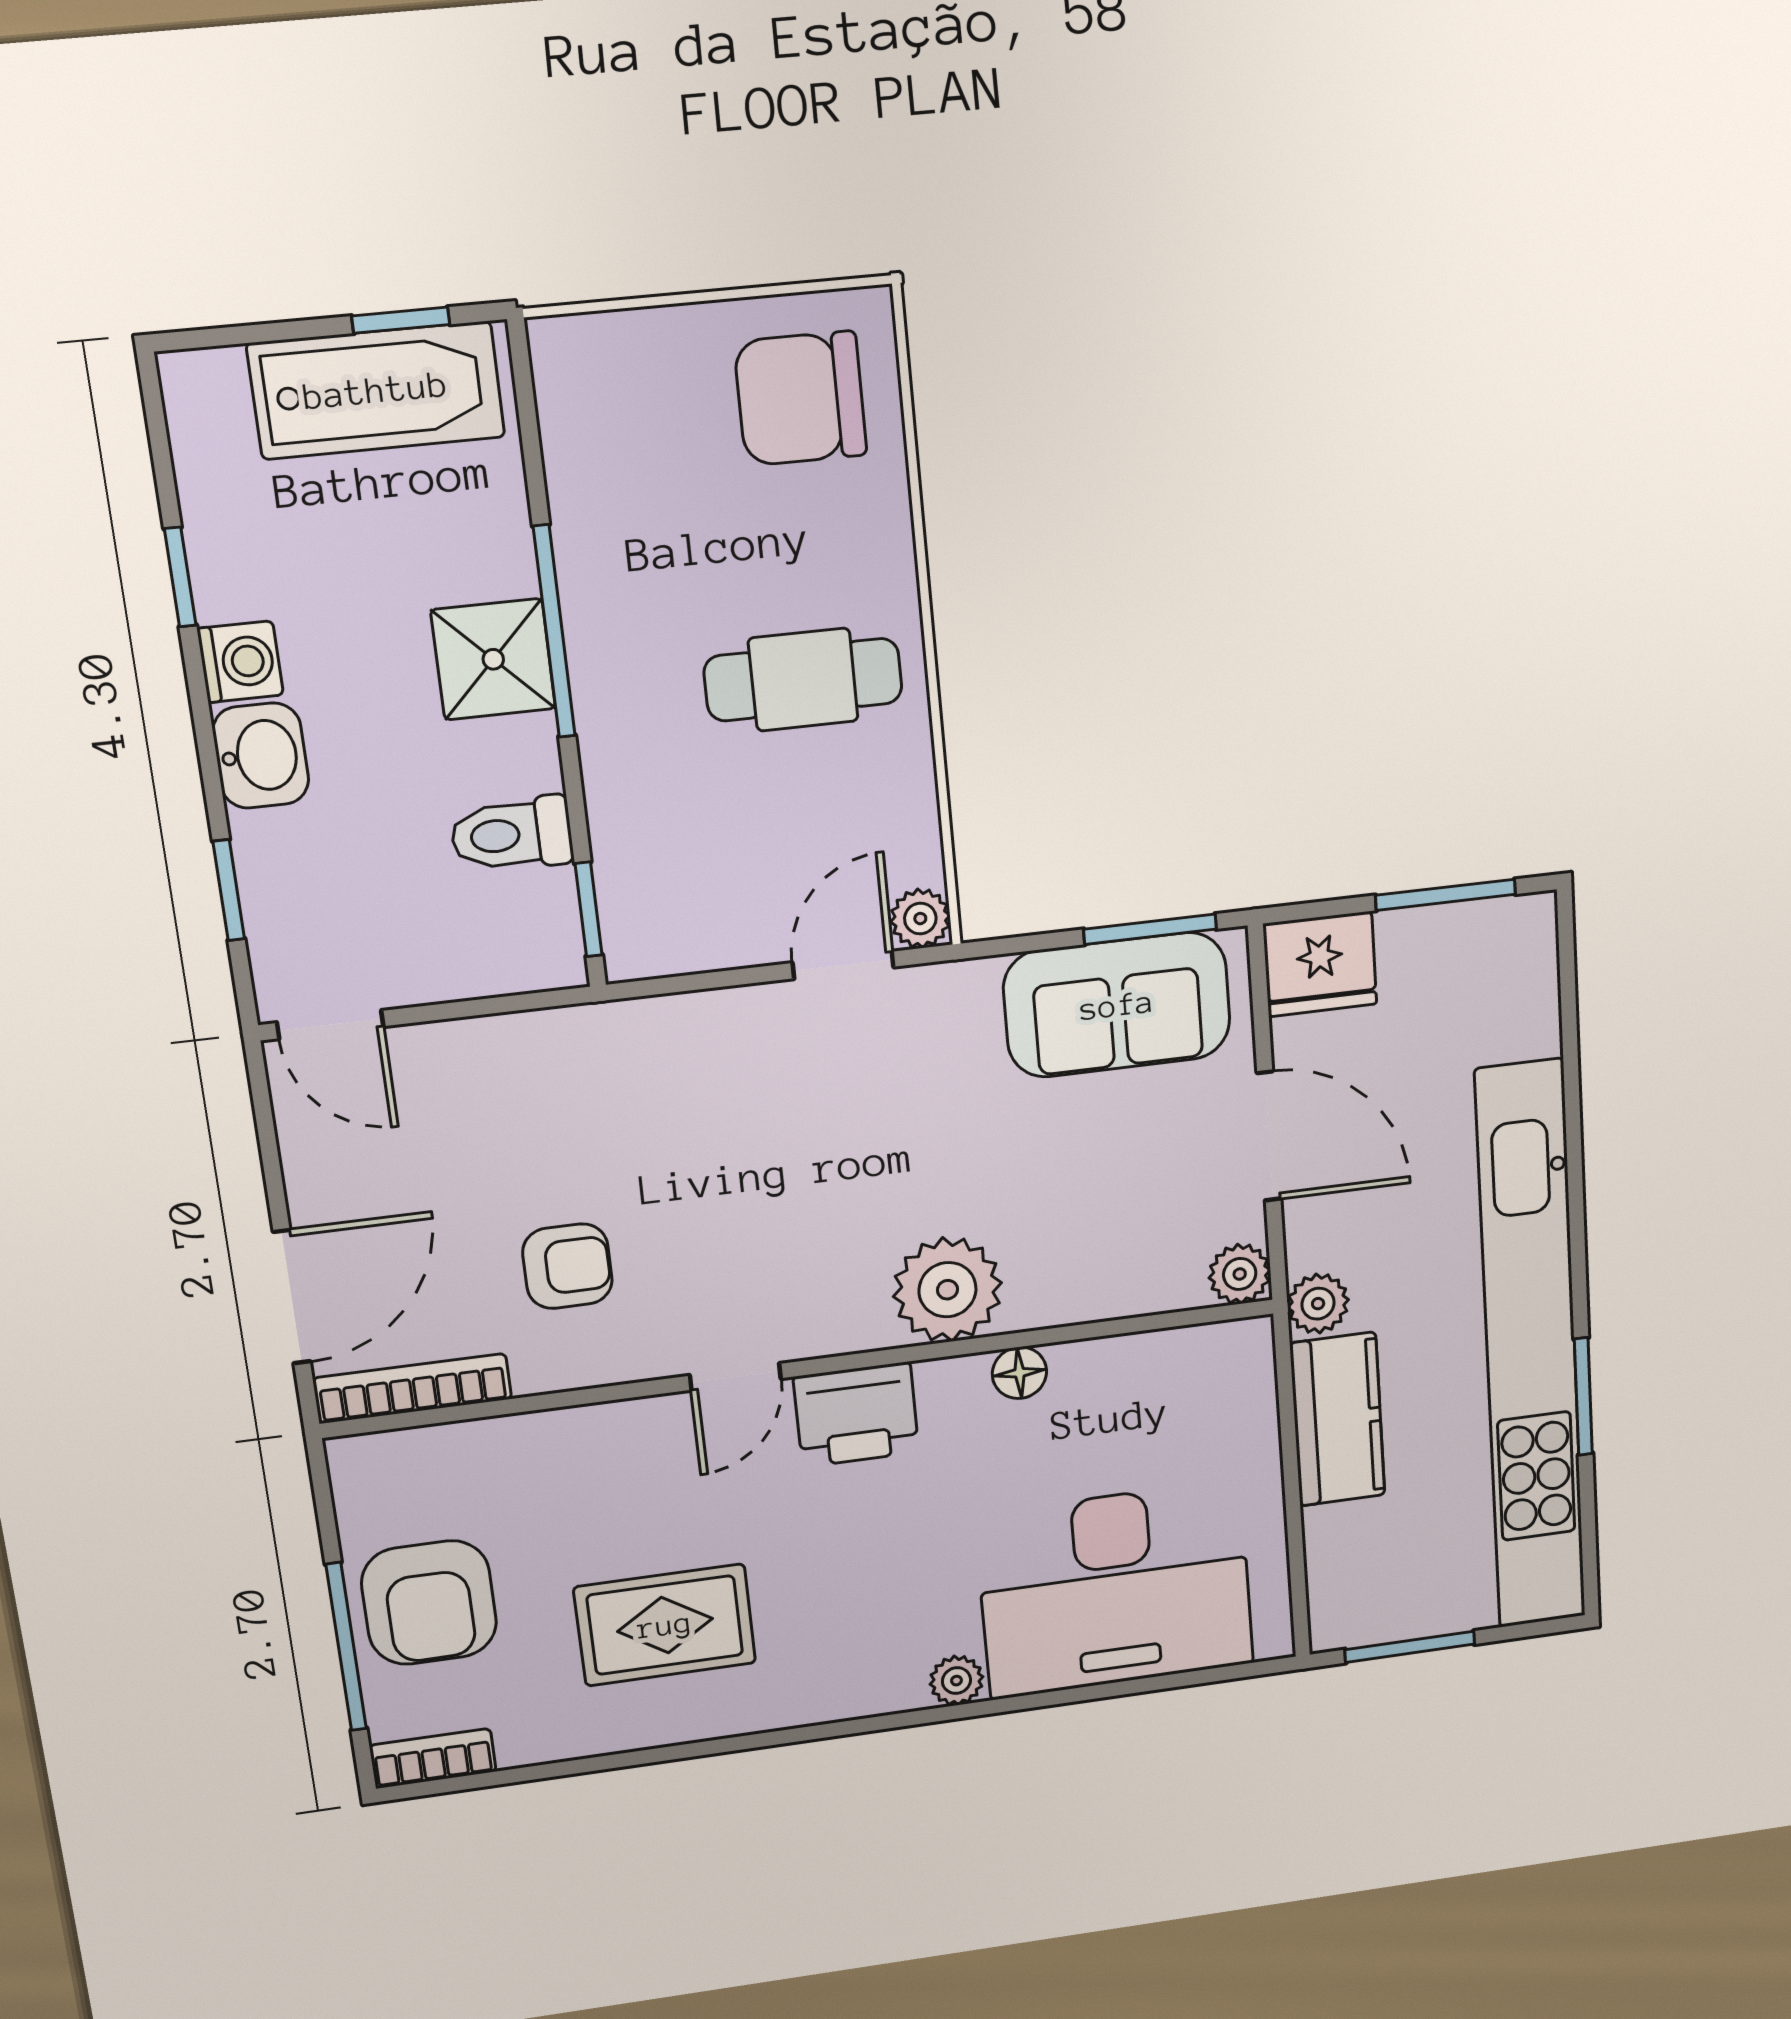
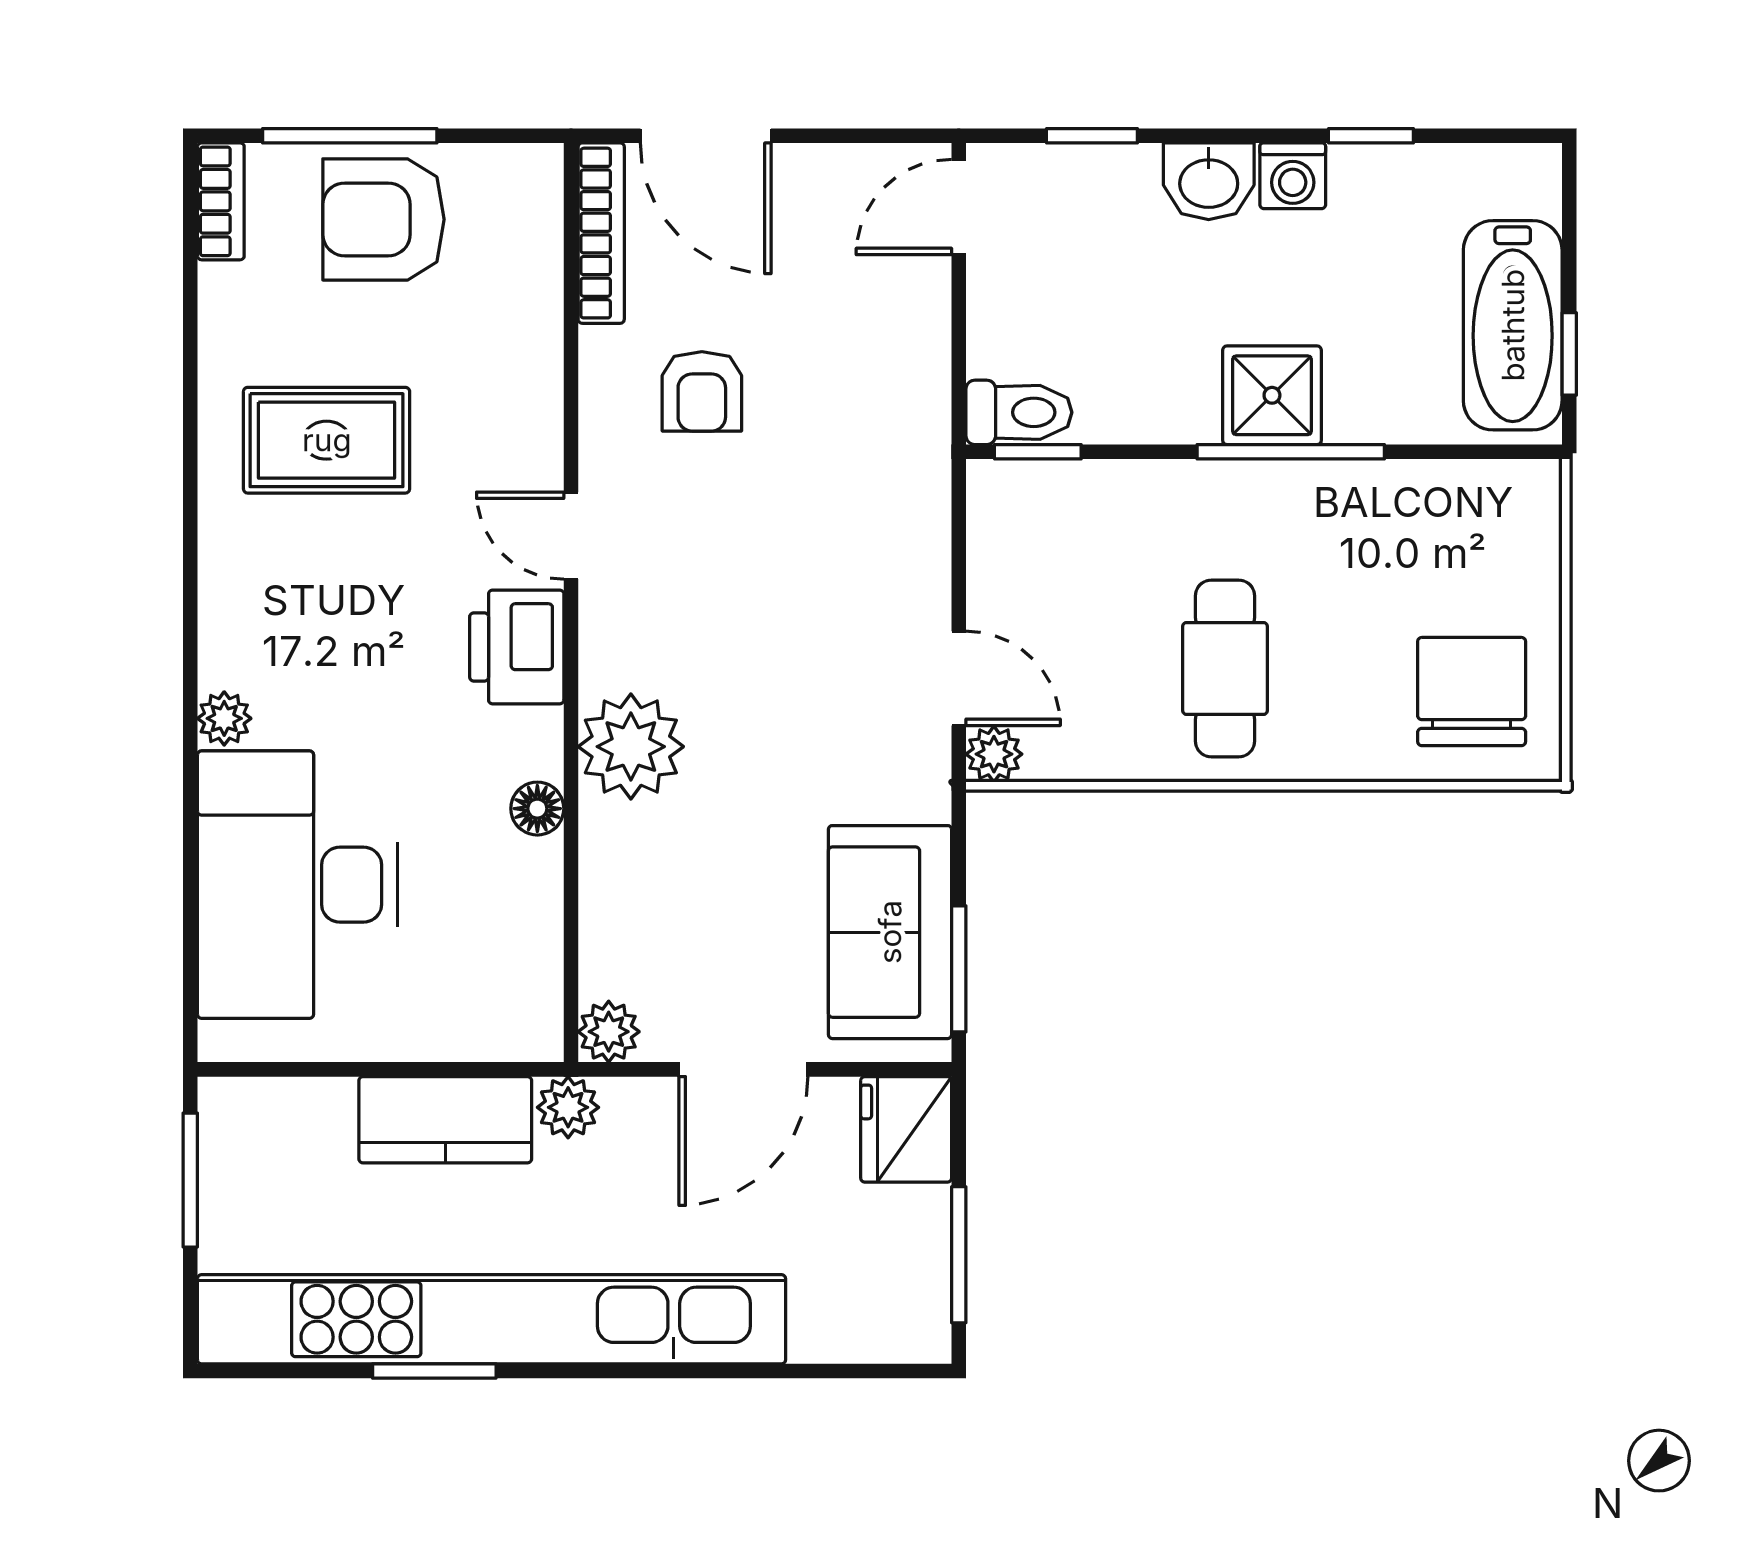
toilet: (512, 834) -> (1019, 412), moved, turned 90
rug: (665, 1625) -> (327, 440), turned 90

